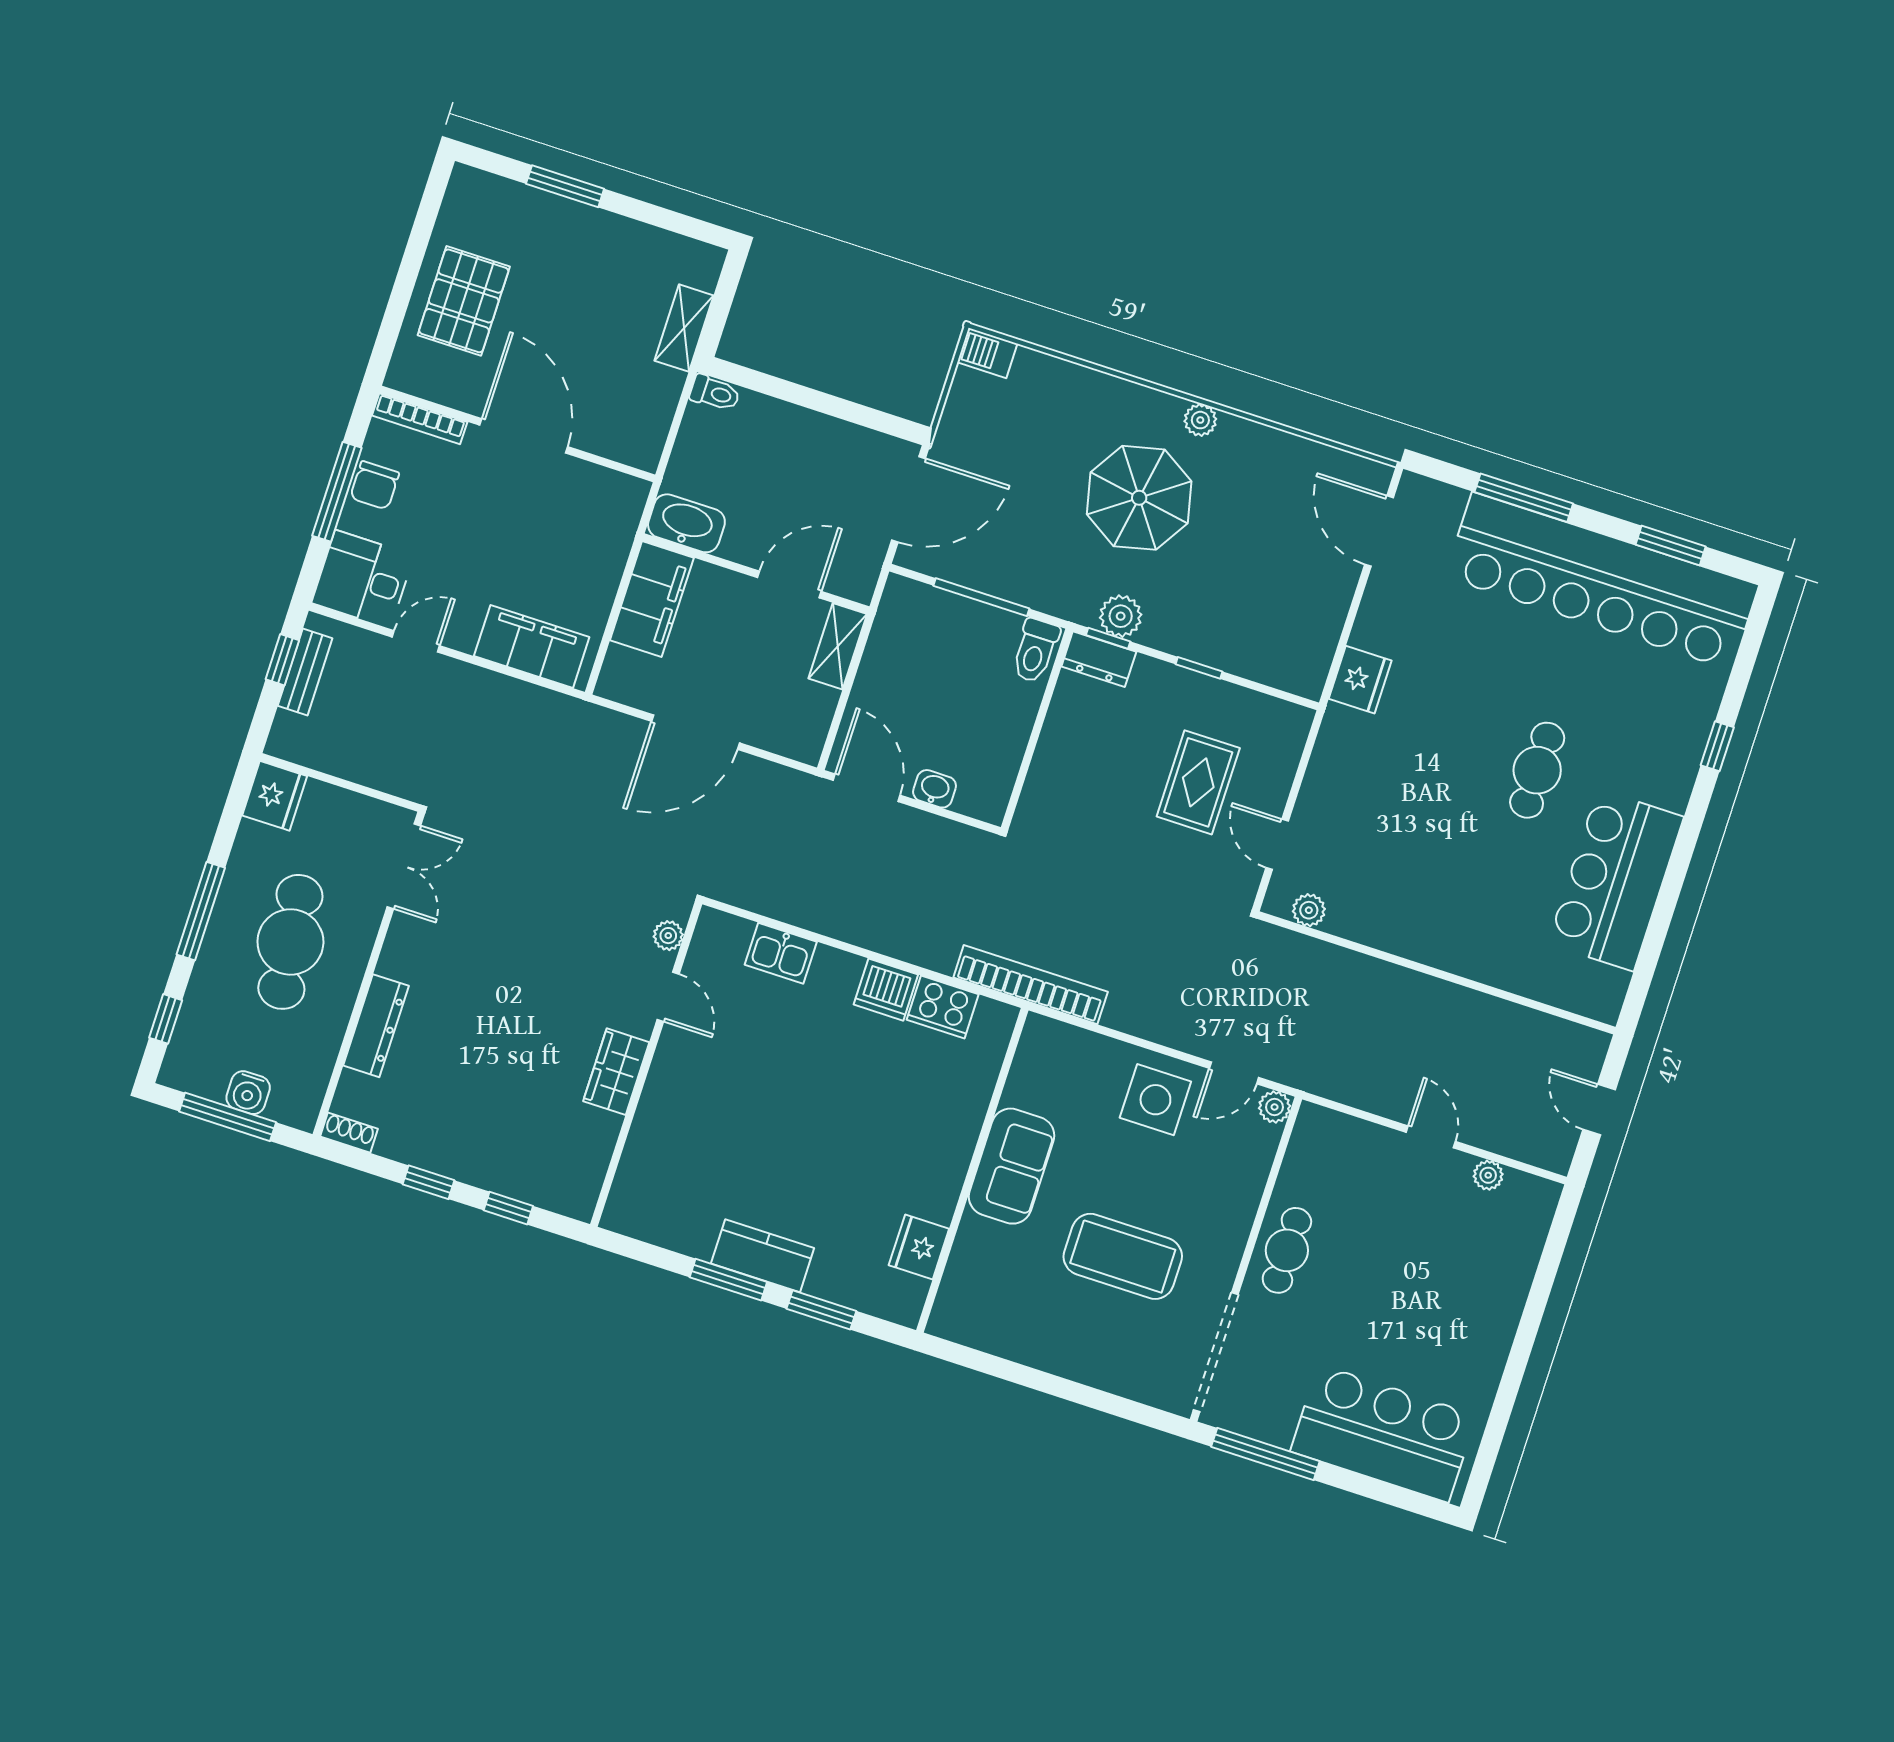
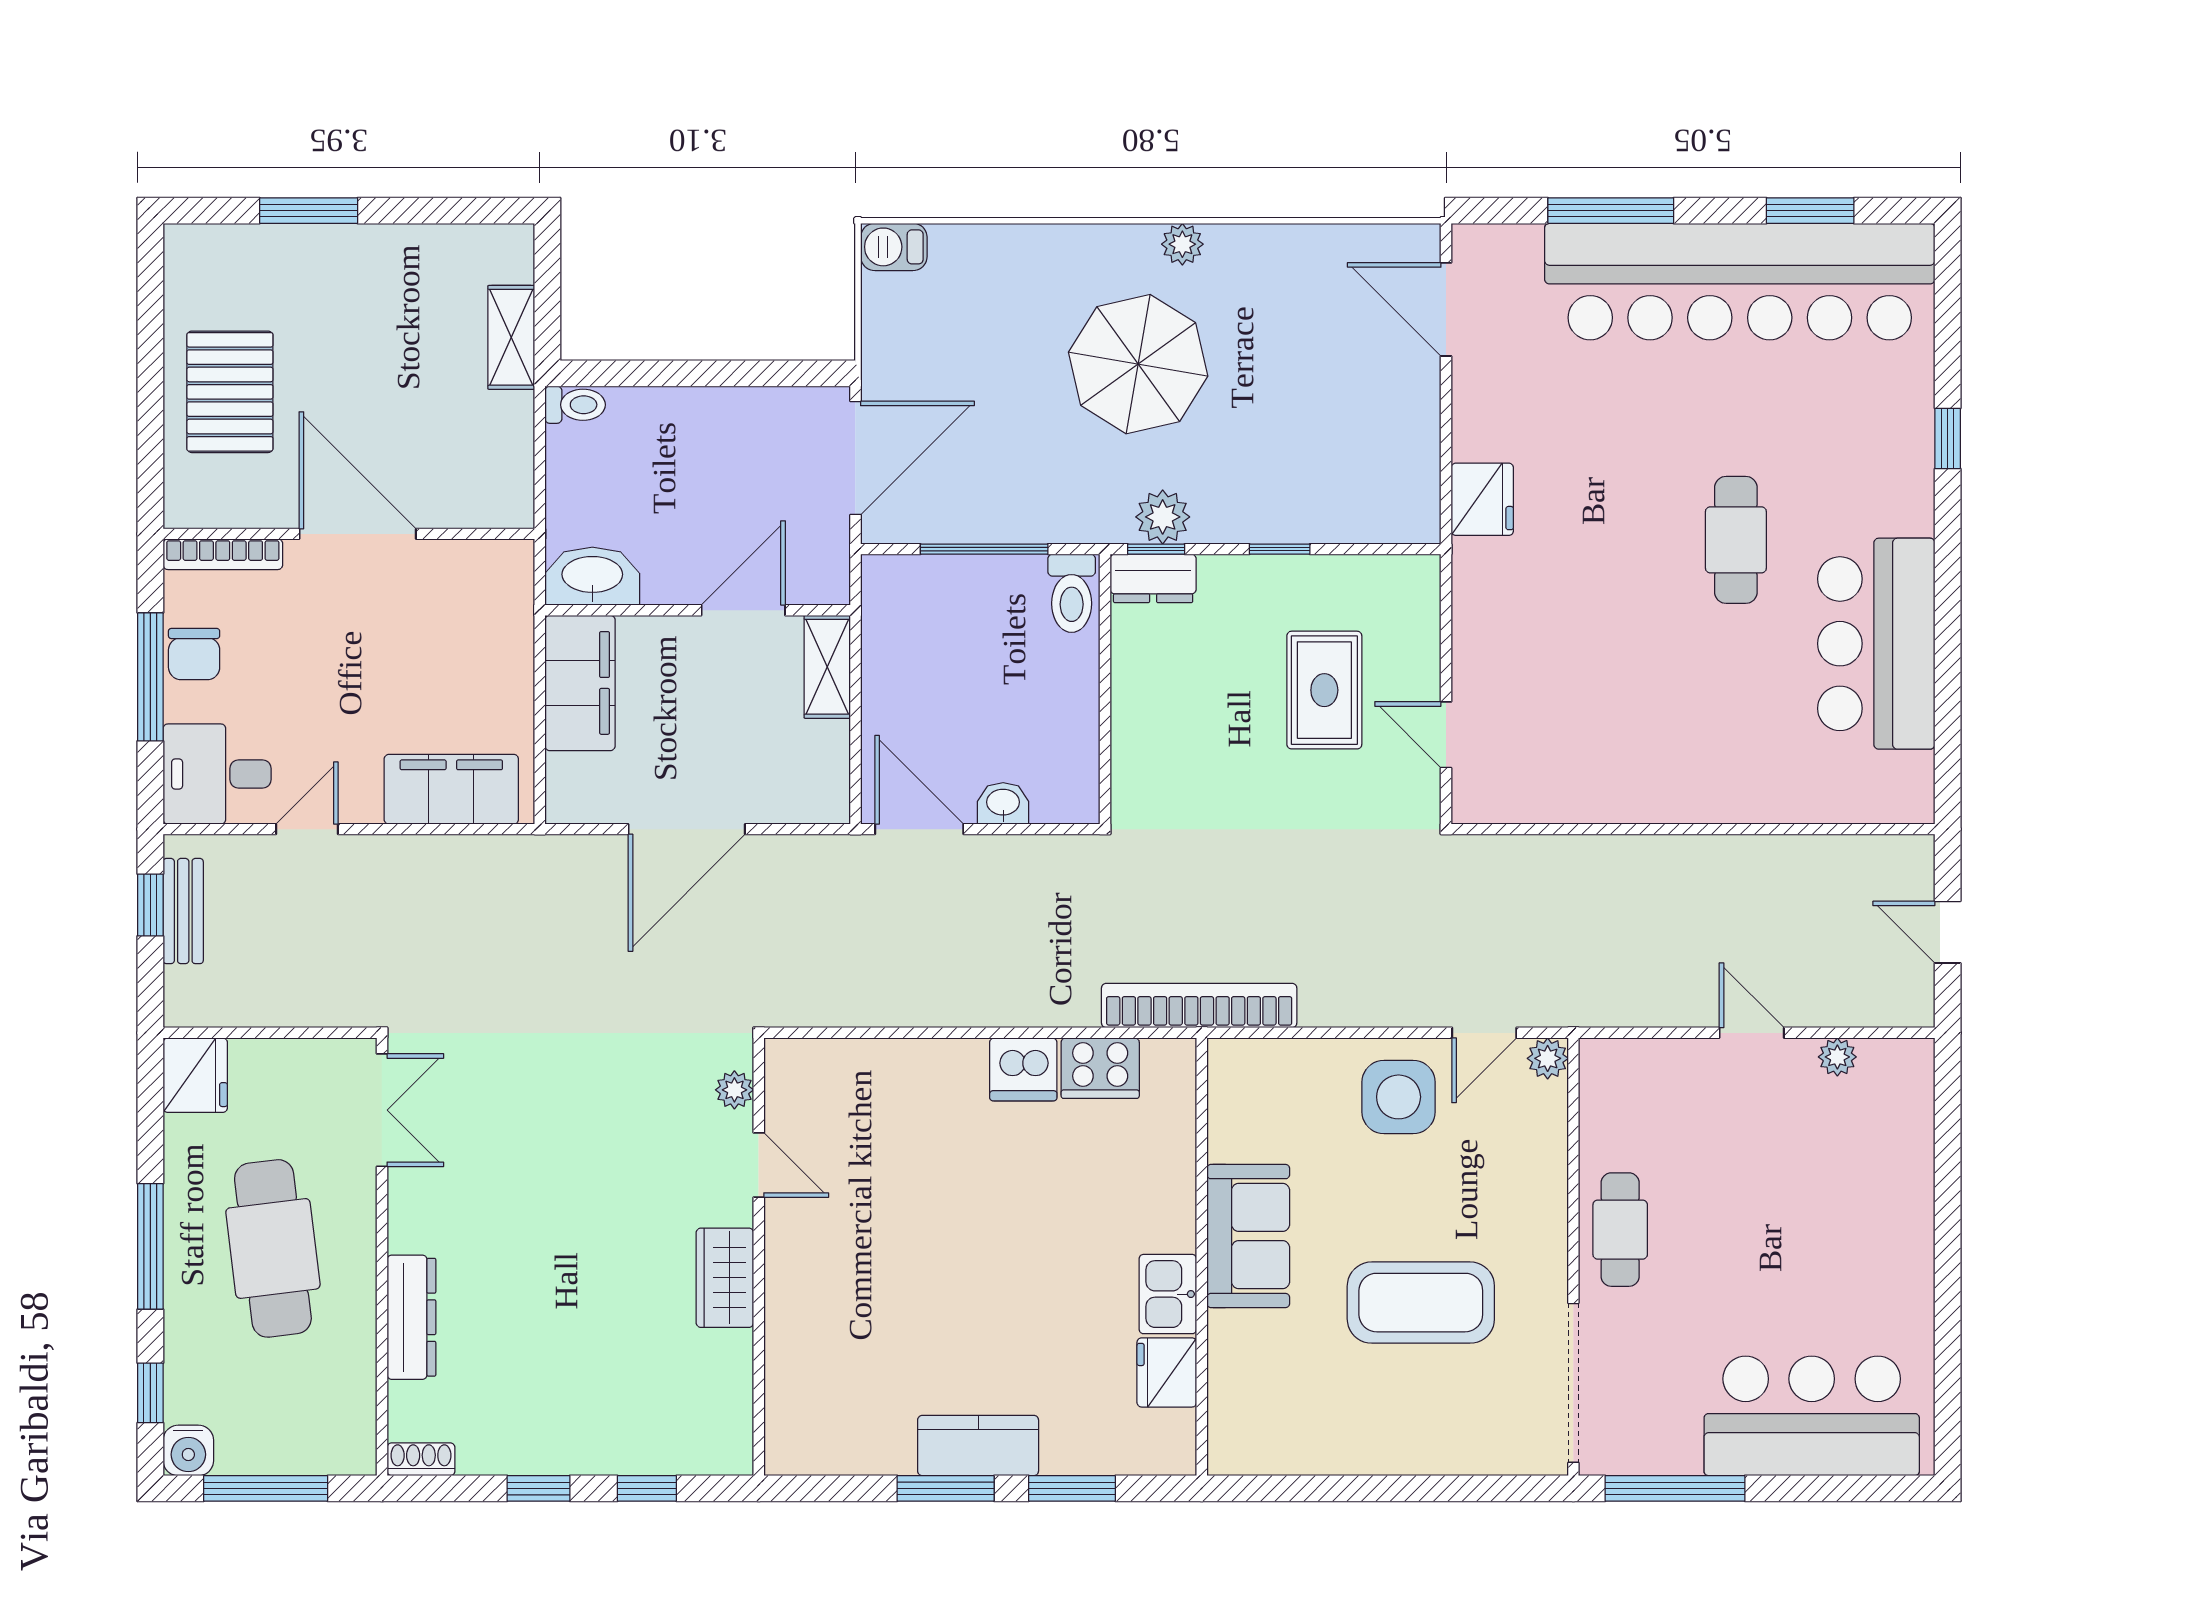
plant: (1309, 910) -> (1511, 803), removed
kitchen sink: (781, 953) -> (1168, 1294), moved, turned 90
water cooler: (248, 1093) -> (188, 1450), moved

